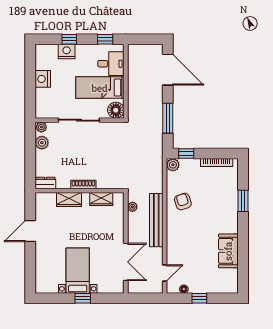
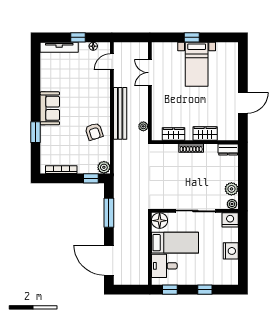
nightstand: (67, 51) -> (230, 220), moved, turned 180
sofa: (228, 251) -> (50, 108), moved
double door: (126, 262) -> (150, 73), width x0.73
tv unit: (219, 288) -> (59, 47), added

